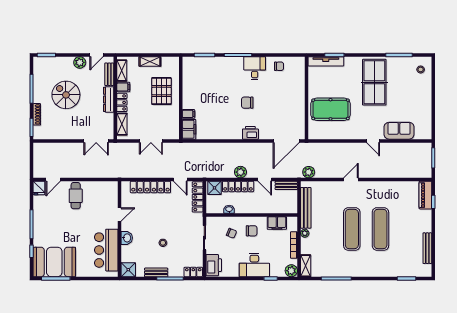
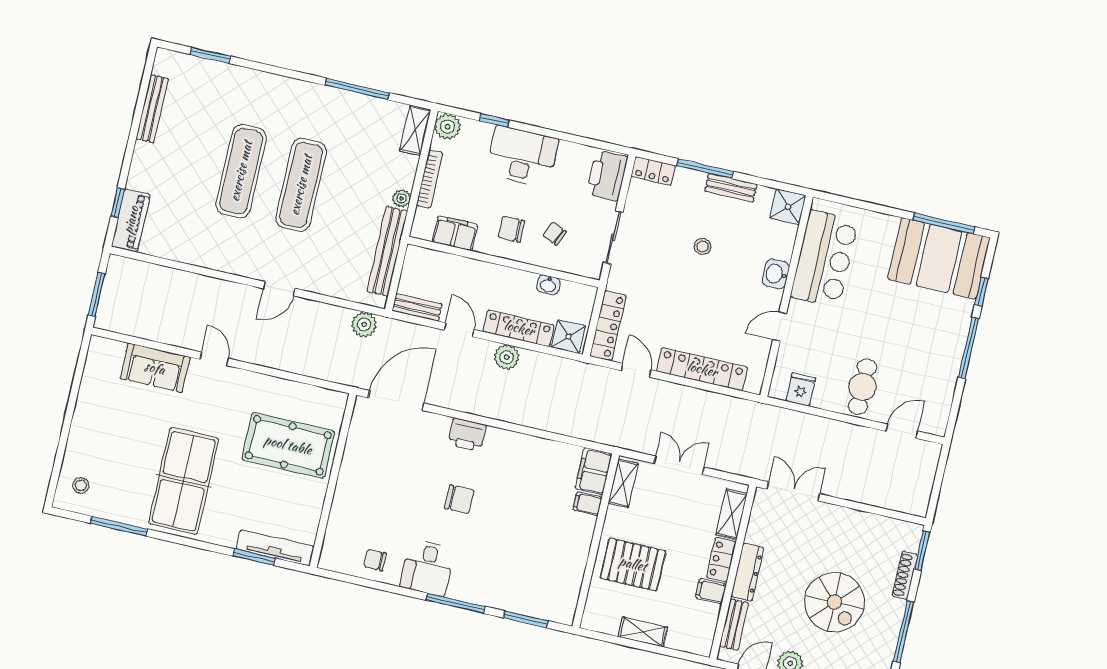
shelving: (122, 71) -> (623, 483), moved
pallet: (161, 91) -> (633, 564), turned 90
fridge: (39, 188) -> (801, 390), moved

